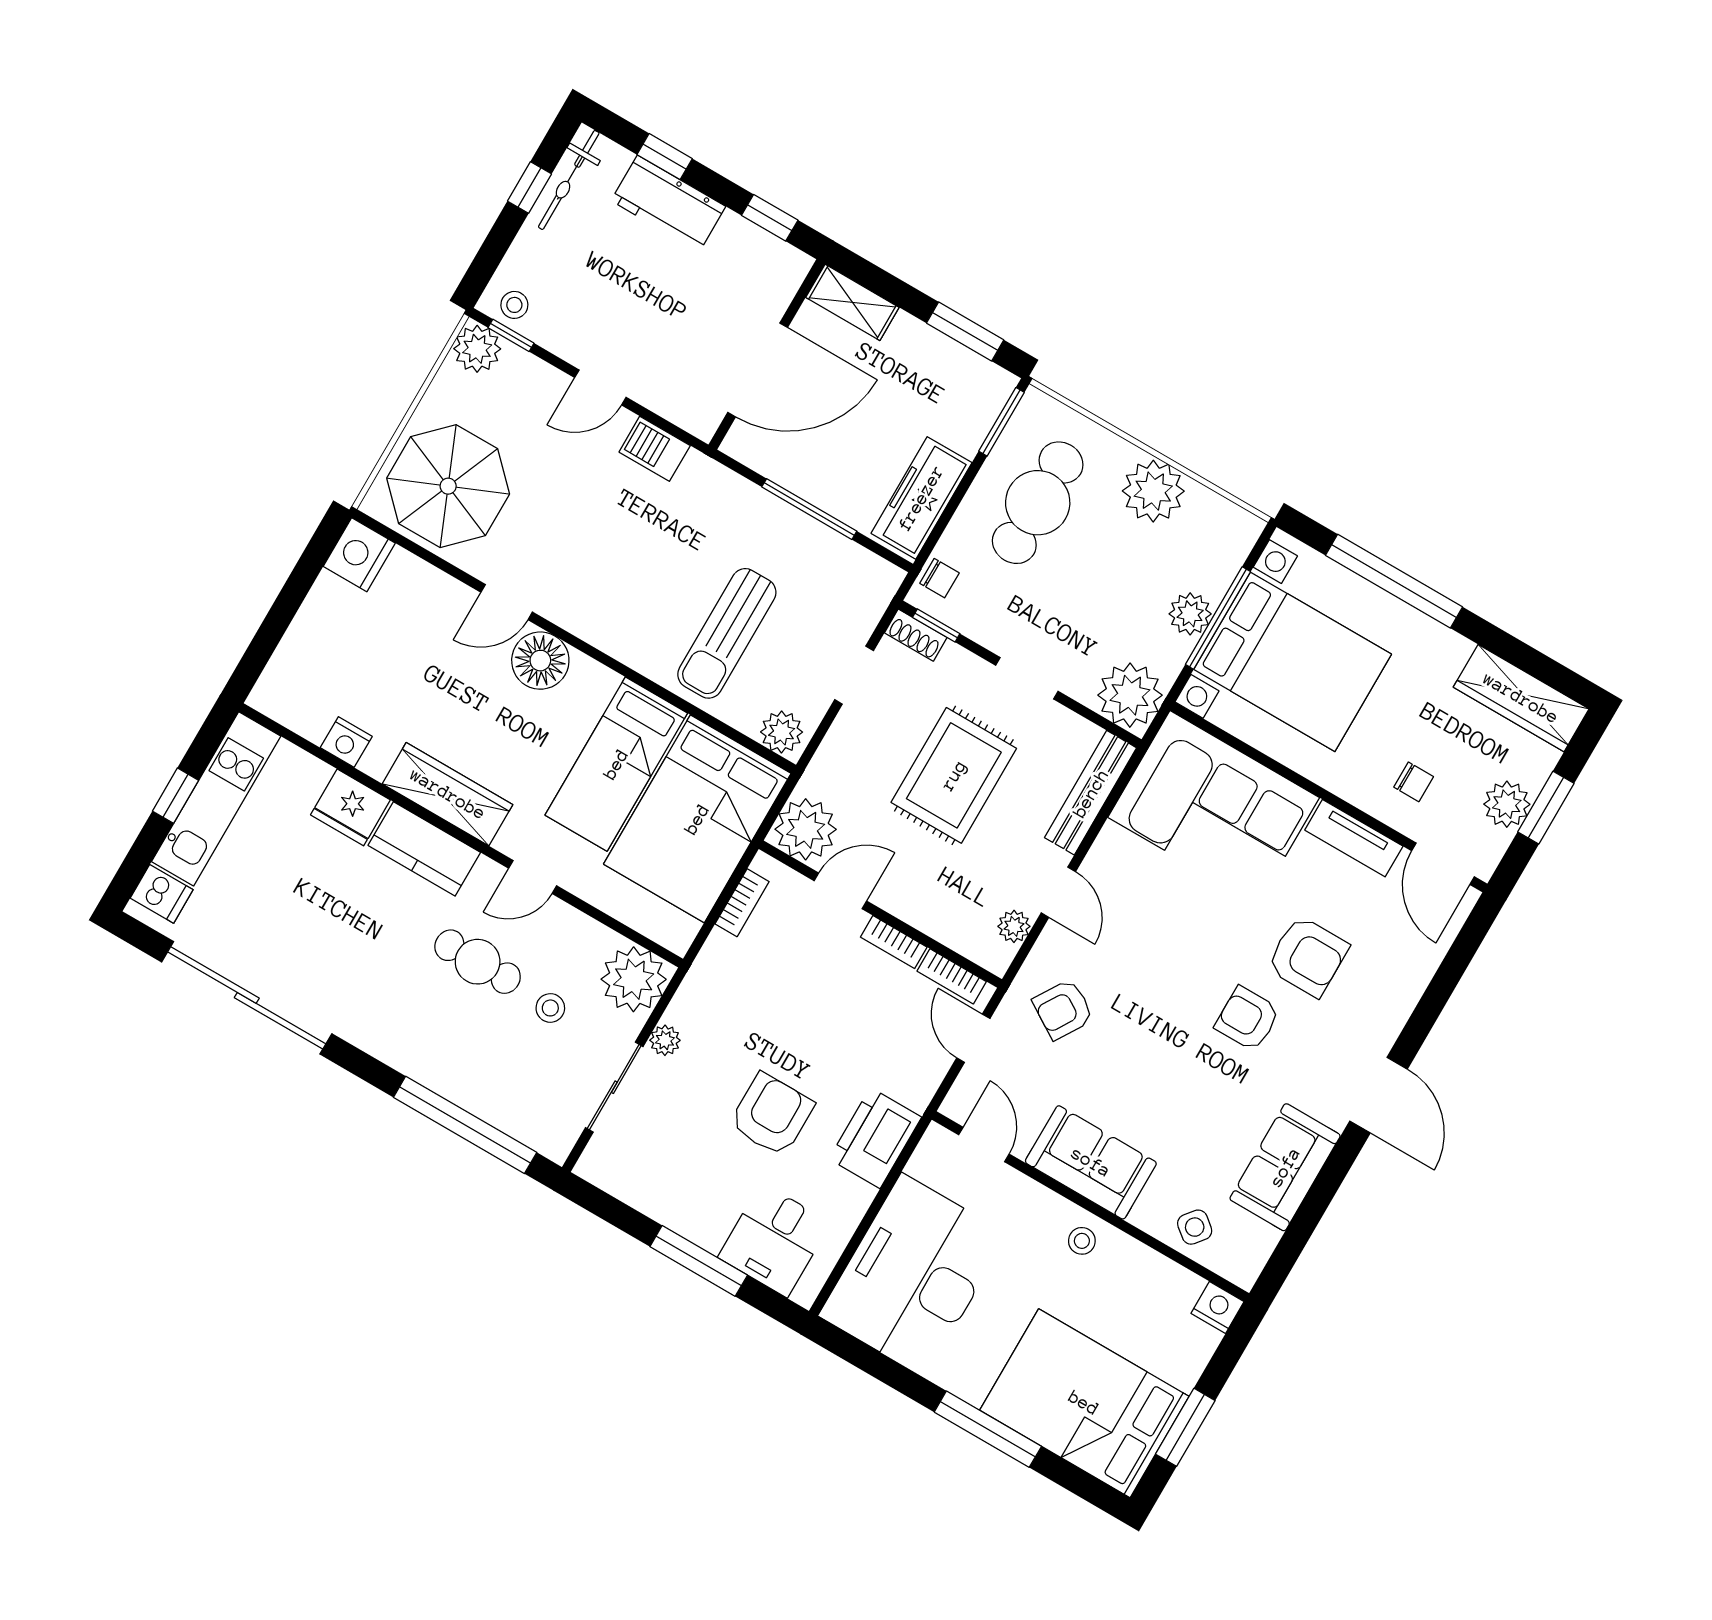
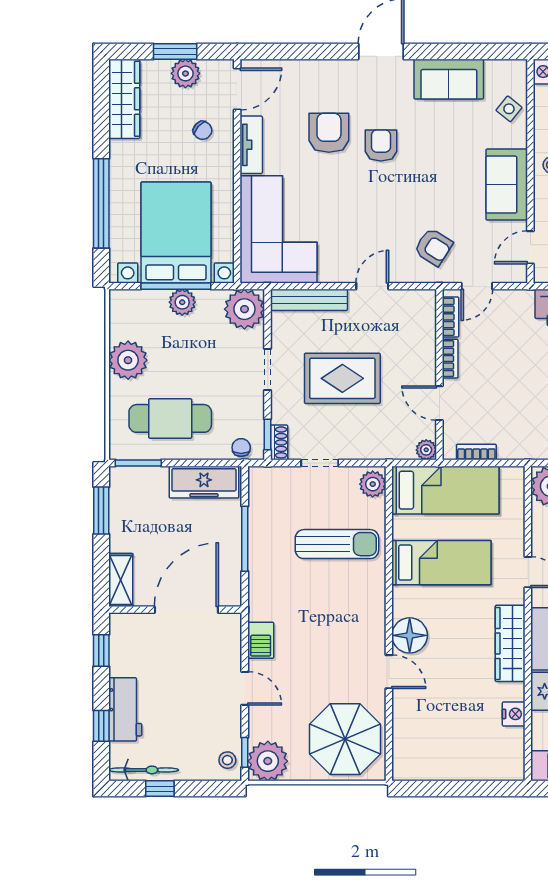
plant: (477, 349) -> (268, 761), width x1.36, depth x1.36
door: (758, 370) -> (186, 610), hinge flipped
nightstand: (359, 555) -> (409, 765), removed
chair: (1414, 782) -> (203, 130), turned 132
bed: (697, 819) -> (445, 490), width x0.67
plant: (806, 829) -> (426, 450), width x0.53, depth x0.53
plant: (1014, 926) -> (404, 299), removed
armchair: (1248, 1019) -> (381, 145), turned 180

